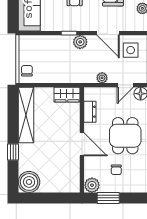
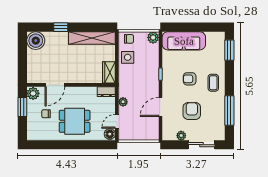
plant: (80, 42) -> (153, 37), moved
side table: (131, 50) -> (128, 57), moved
door: (125, 85) -> (117, 121), hinge flipped
dresser: (90, 112) -> (106, 92), moved
door: (82, 144) -> (55, 85), moved

